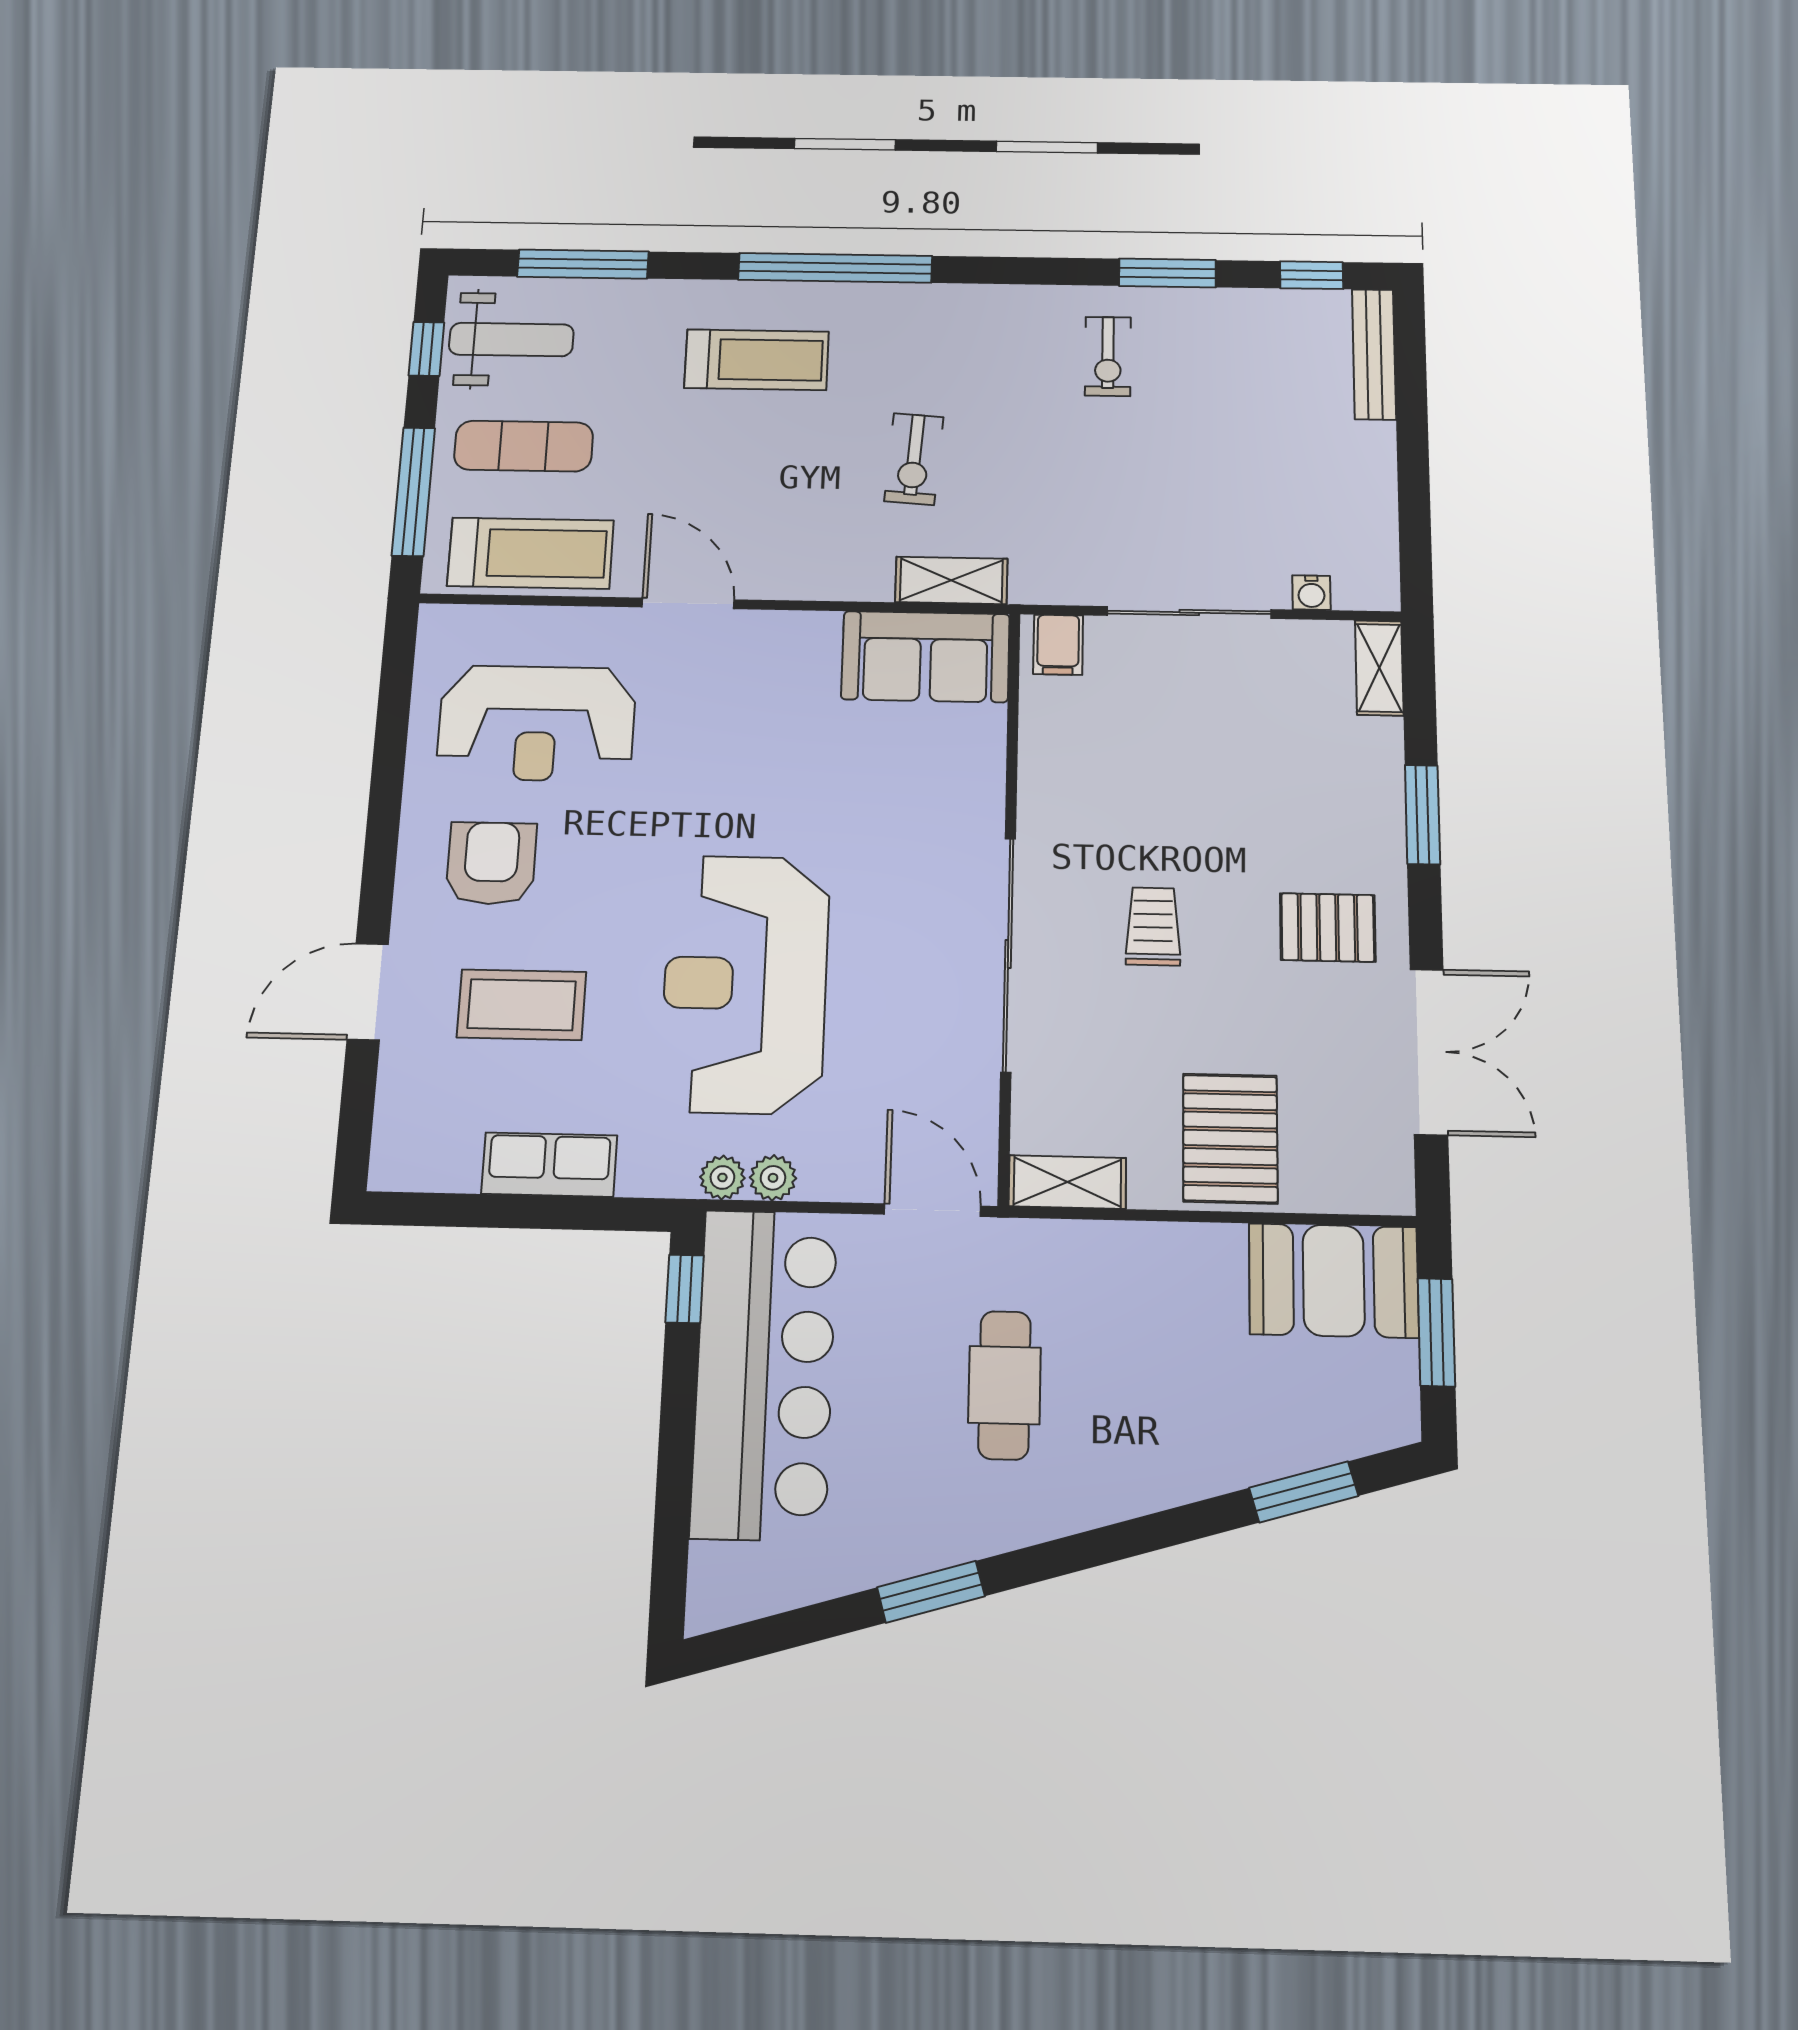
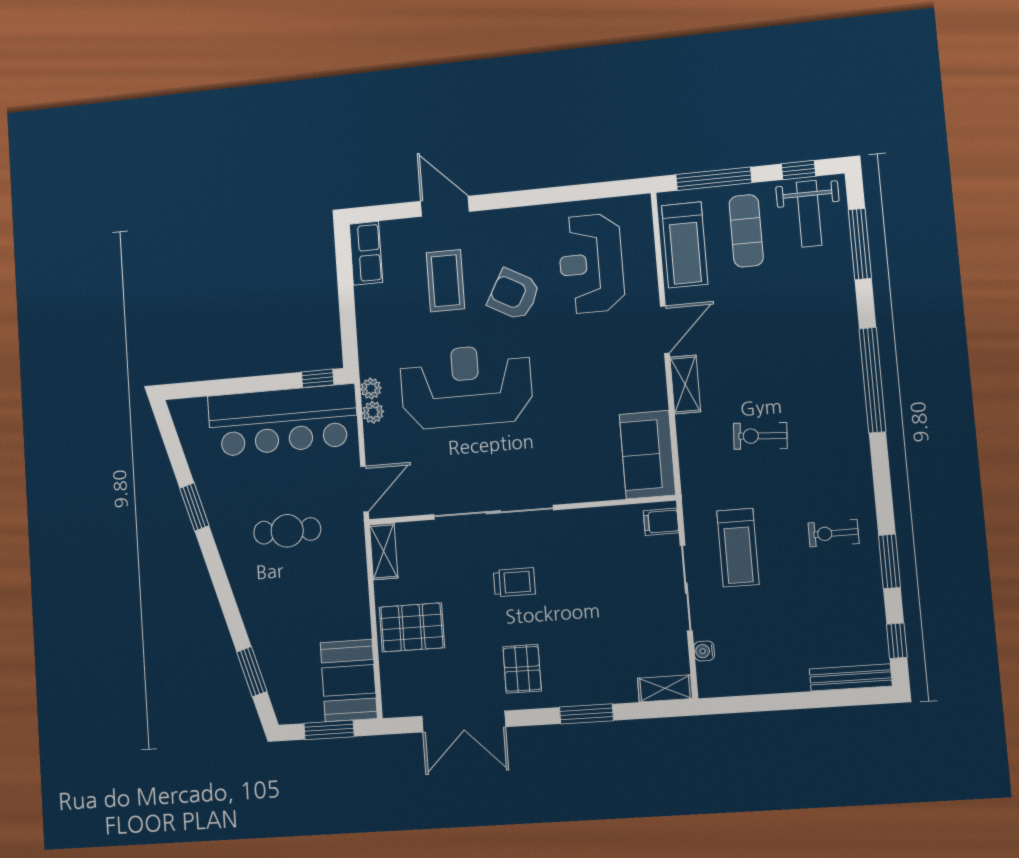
treadmill: (757, 360) -> (738, 548), moved
shelving: (951, 580) -> (685, 384), moved
armchair: (491, 863) -> (514, 294), moved, turned -151
row of seats: (549, 1165) -> (366, 253), moved

